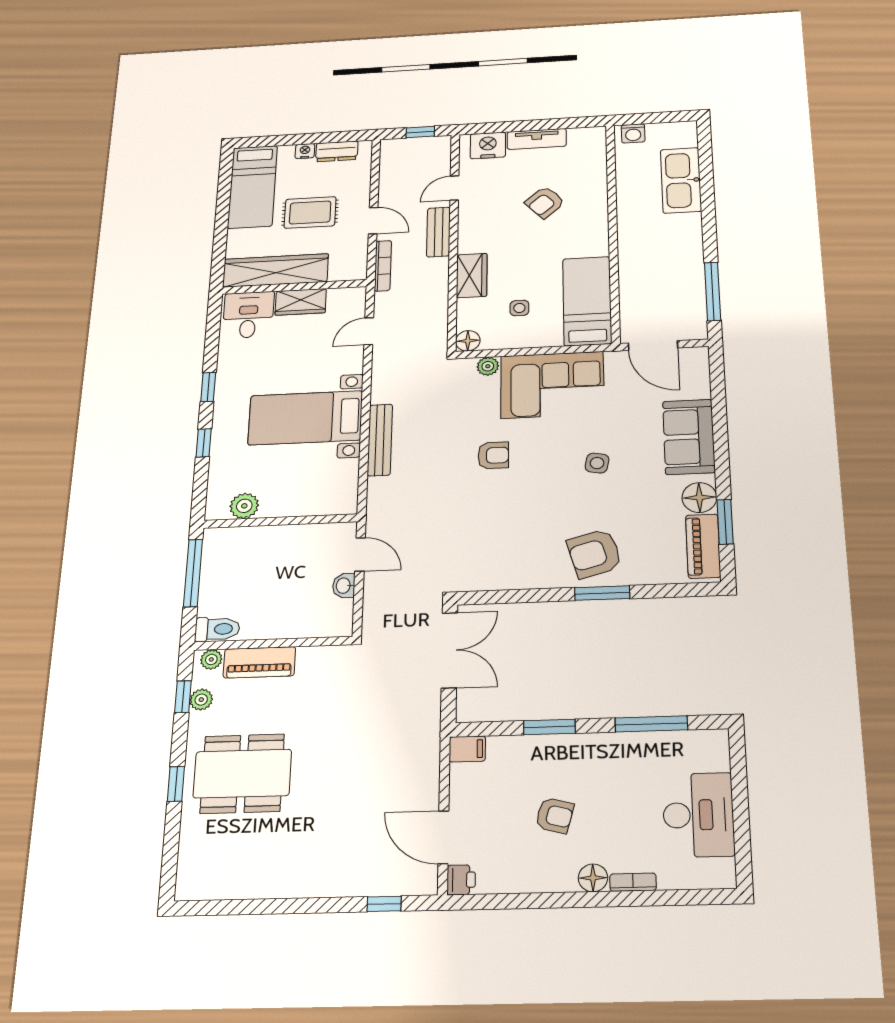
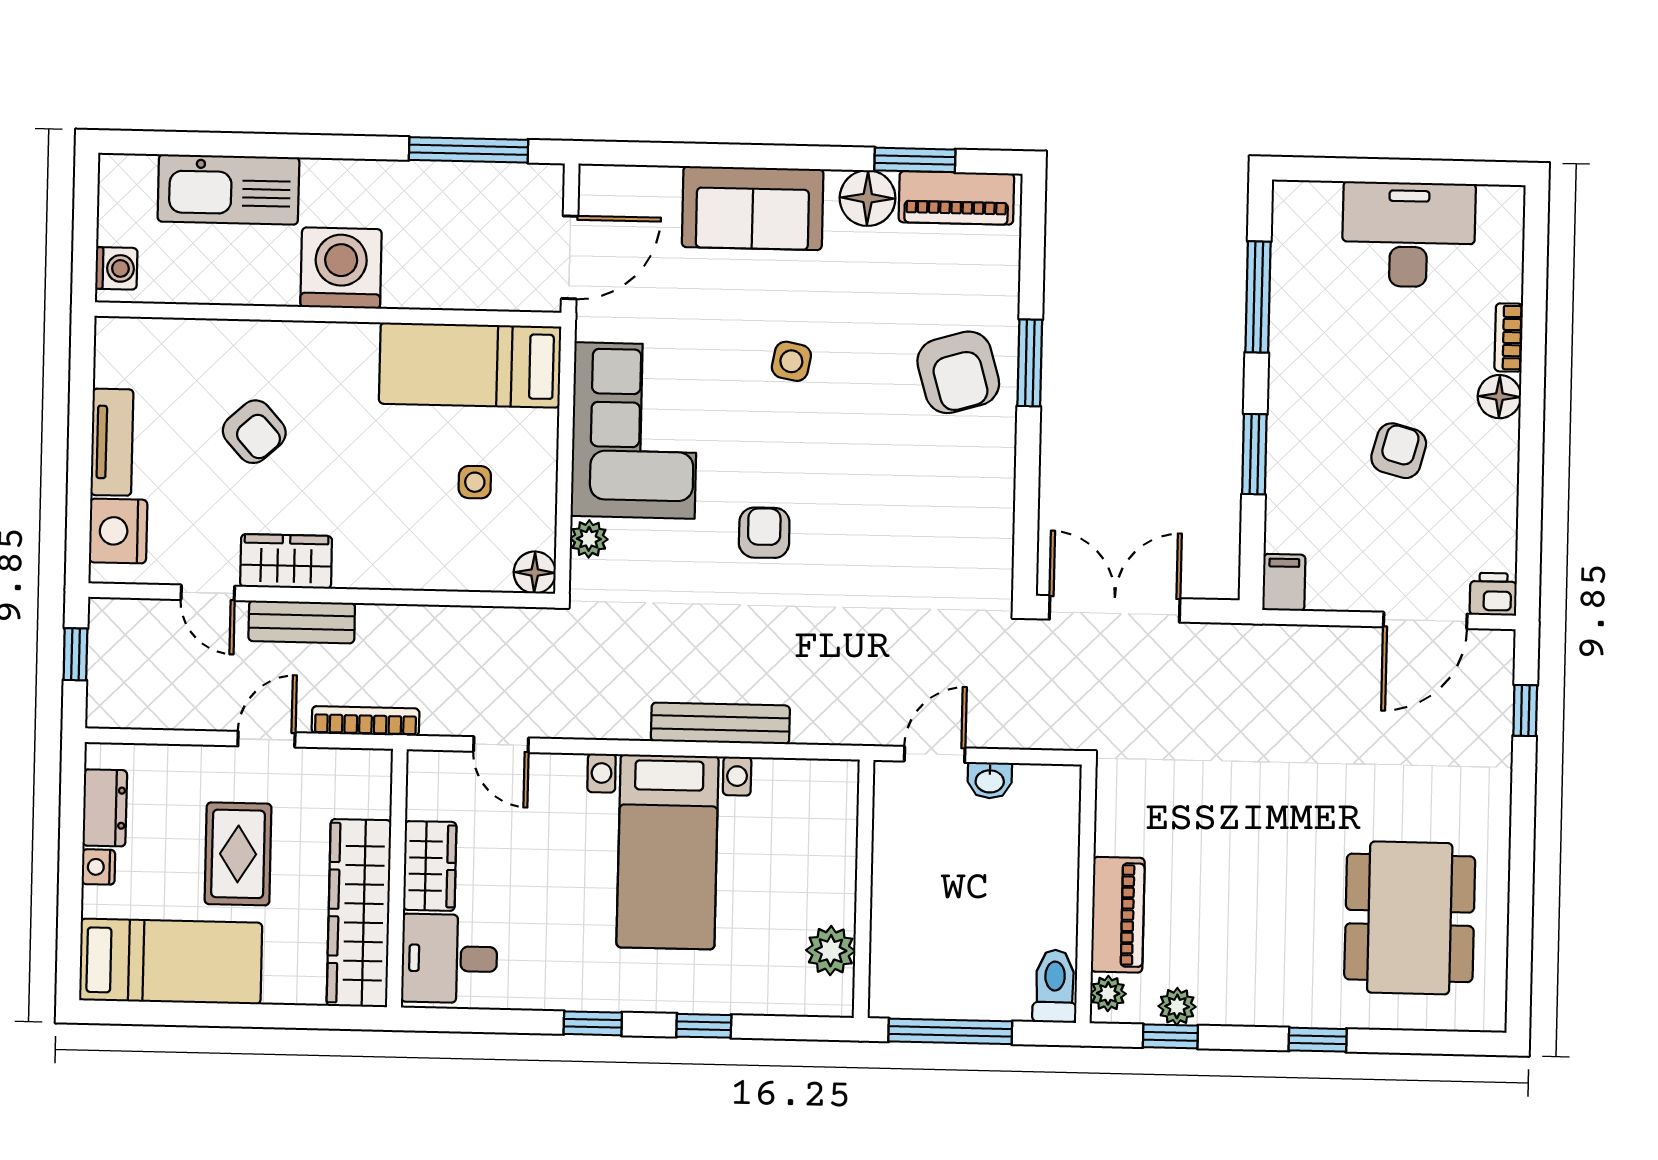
washing machine: (640, 236) -> (341, 268), added
wardrobe: (472, 276) -> (286, 561), moved
dining table: (242, 774) -> (1410, 918), moved

